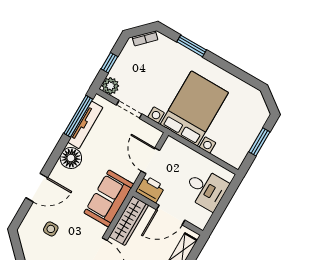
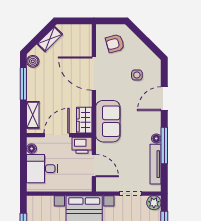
window: (78, 116) -> (164, 145), moved
floor lamp: (71, 158) -> (156, 138), width x0.53, depth x0.53
floor lamp: (205, 216) -> (32, 149), added
wardrobe: (129, 221) -> (84, 120), width x0.67

